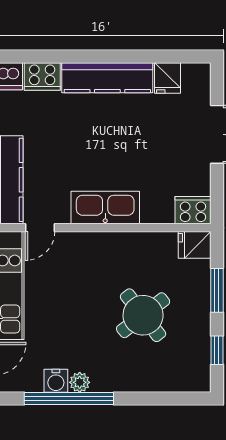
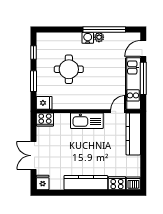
fridge: (168, 78) -> (43, 183), moved
round table: (143, 315) -> (69, 69), turned 38
water cooler: (56, 381) -> (88, 38), moved

